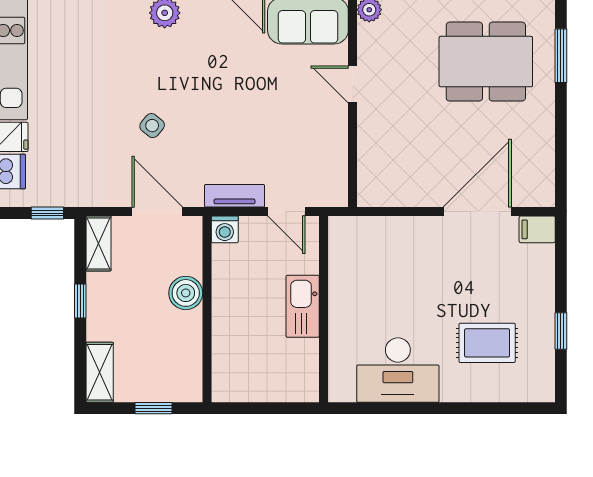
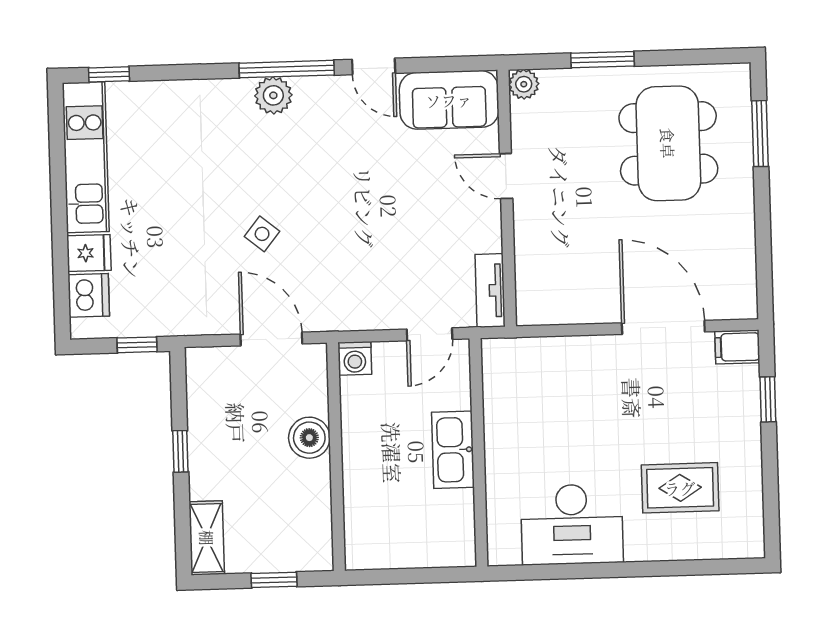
dining table: (486, 62) -> (668, 143), turned 90
tv unit: (235, 196) -> (490, 290), moved, turned -90
door: (286, 212) -> (429, 334), hinge flipped
door: (477, 212) -> (663, 327), hinge flipped
shelving: (98, 243) -> (201, 380), removed
window: (561, 331) -> (768, 399), moved

